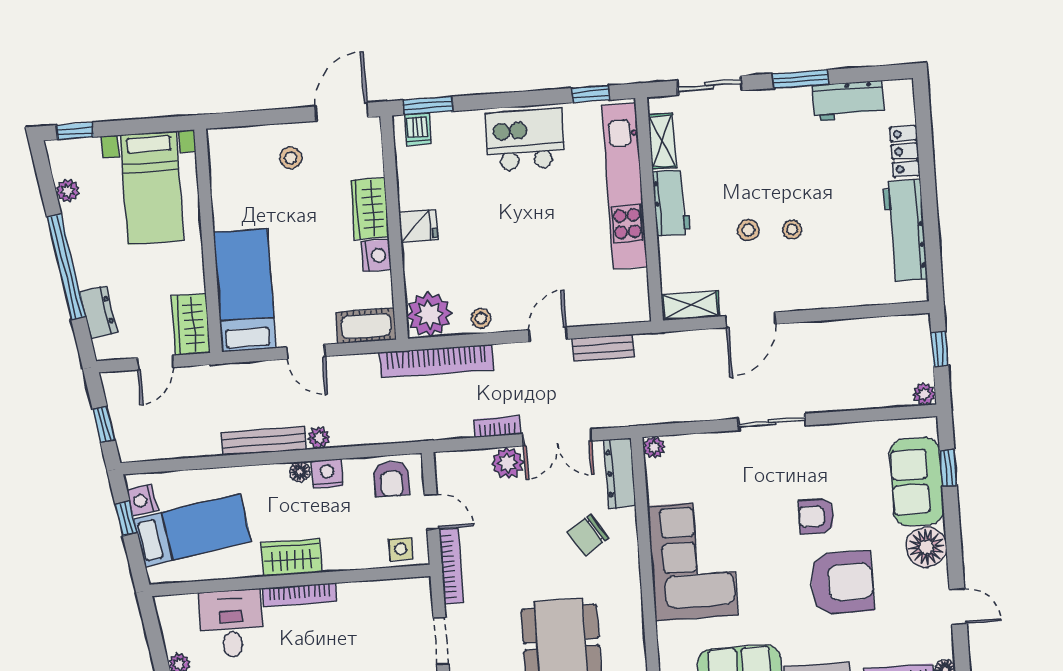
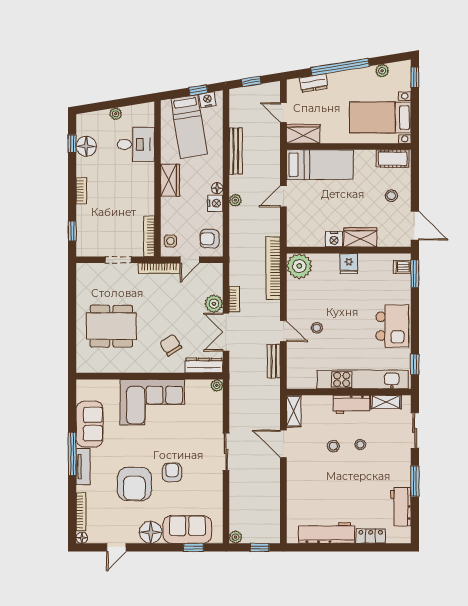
stool: (792, 229) -> (360, 445), moved
stool: (481, 318) -> (317, 328), moved
cot: (366, 326) -> (393, 159), moved, turned 90
bench: (264, 441) -> (236, 151), moved
bookcase: (299, 595) -> (149, 236), moved

